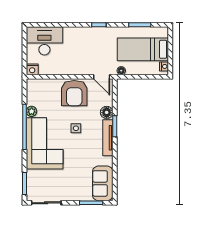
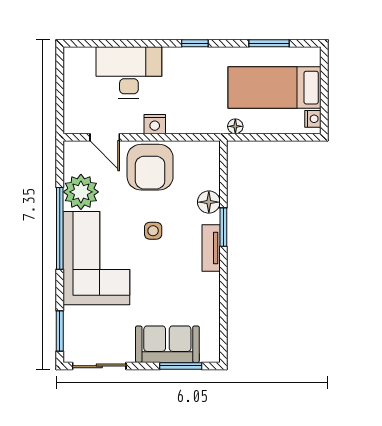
desk: (44, 41) -> (129, 72), moved
nightstand: (32, 69) -> (155, 124), moved
door: (102, 77) -> (105, 137), moved
plant: (32, 111) -> (81, 192), width x1.88, depth x1.88
tv unit: (108, 138) -> (211, 248), width x0.71
sofa: (103, 183) -> (167, 344), moved, turned 90

